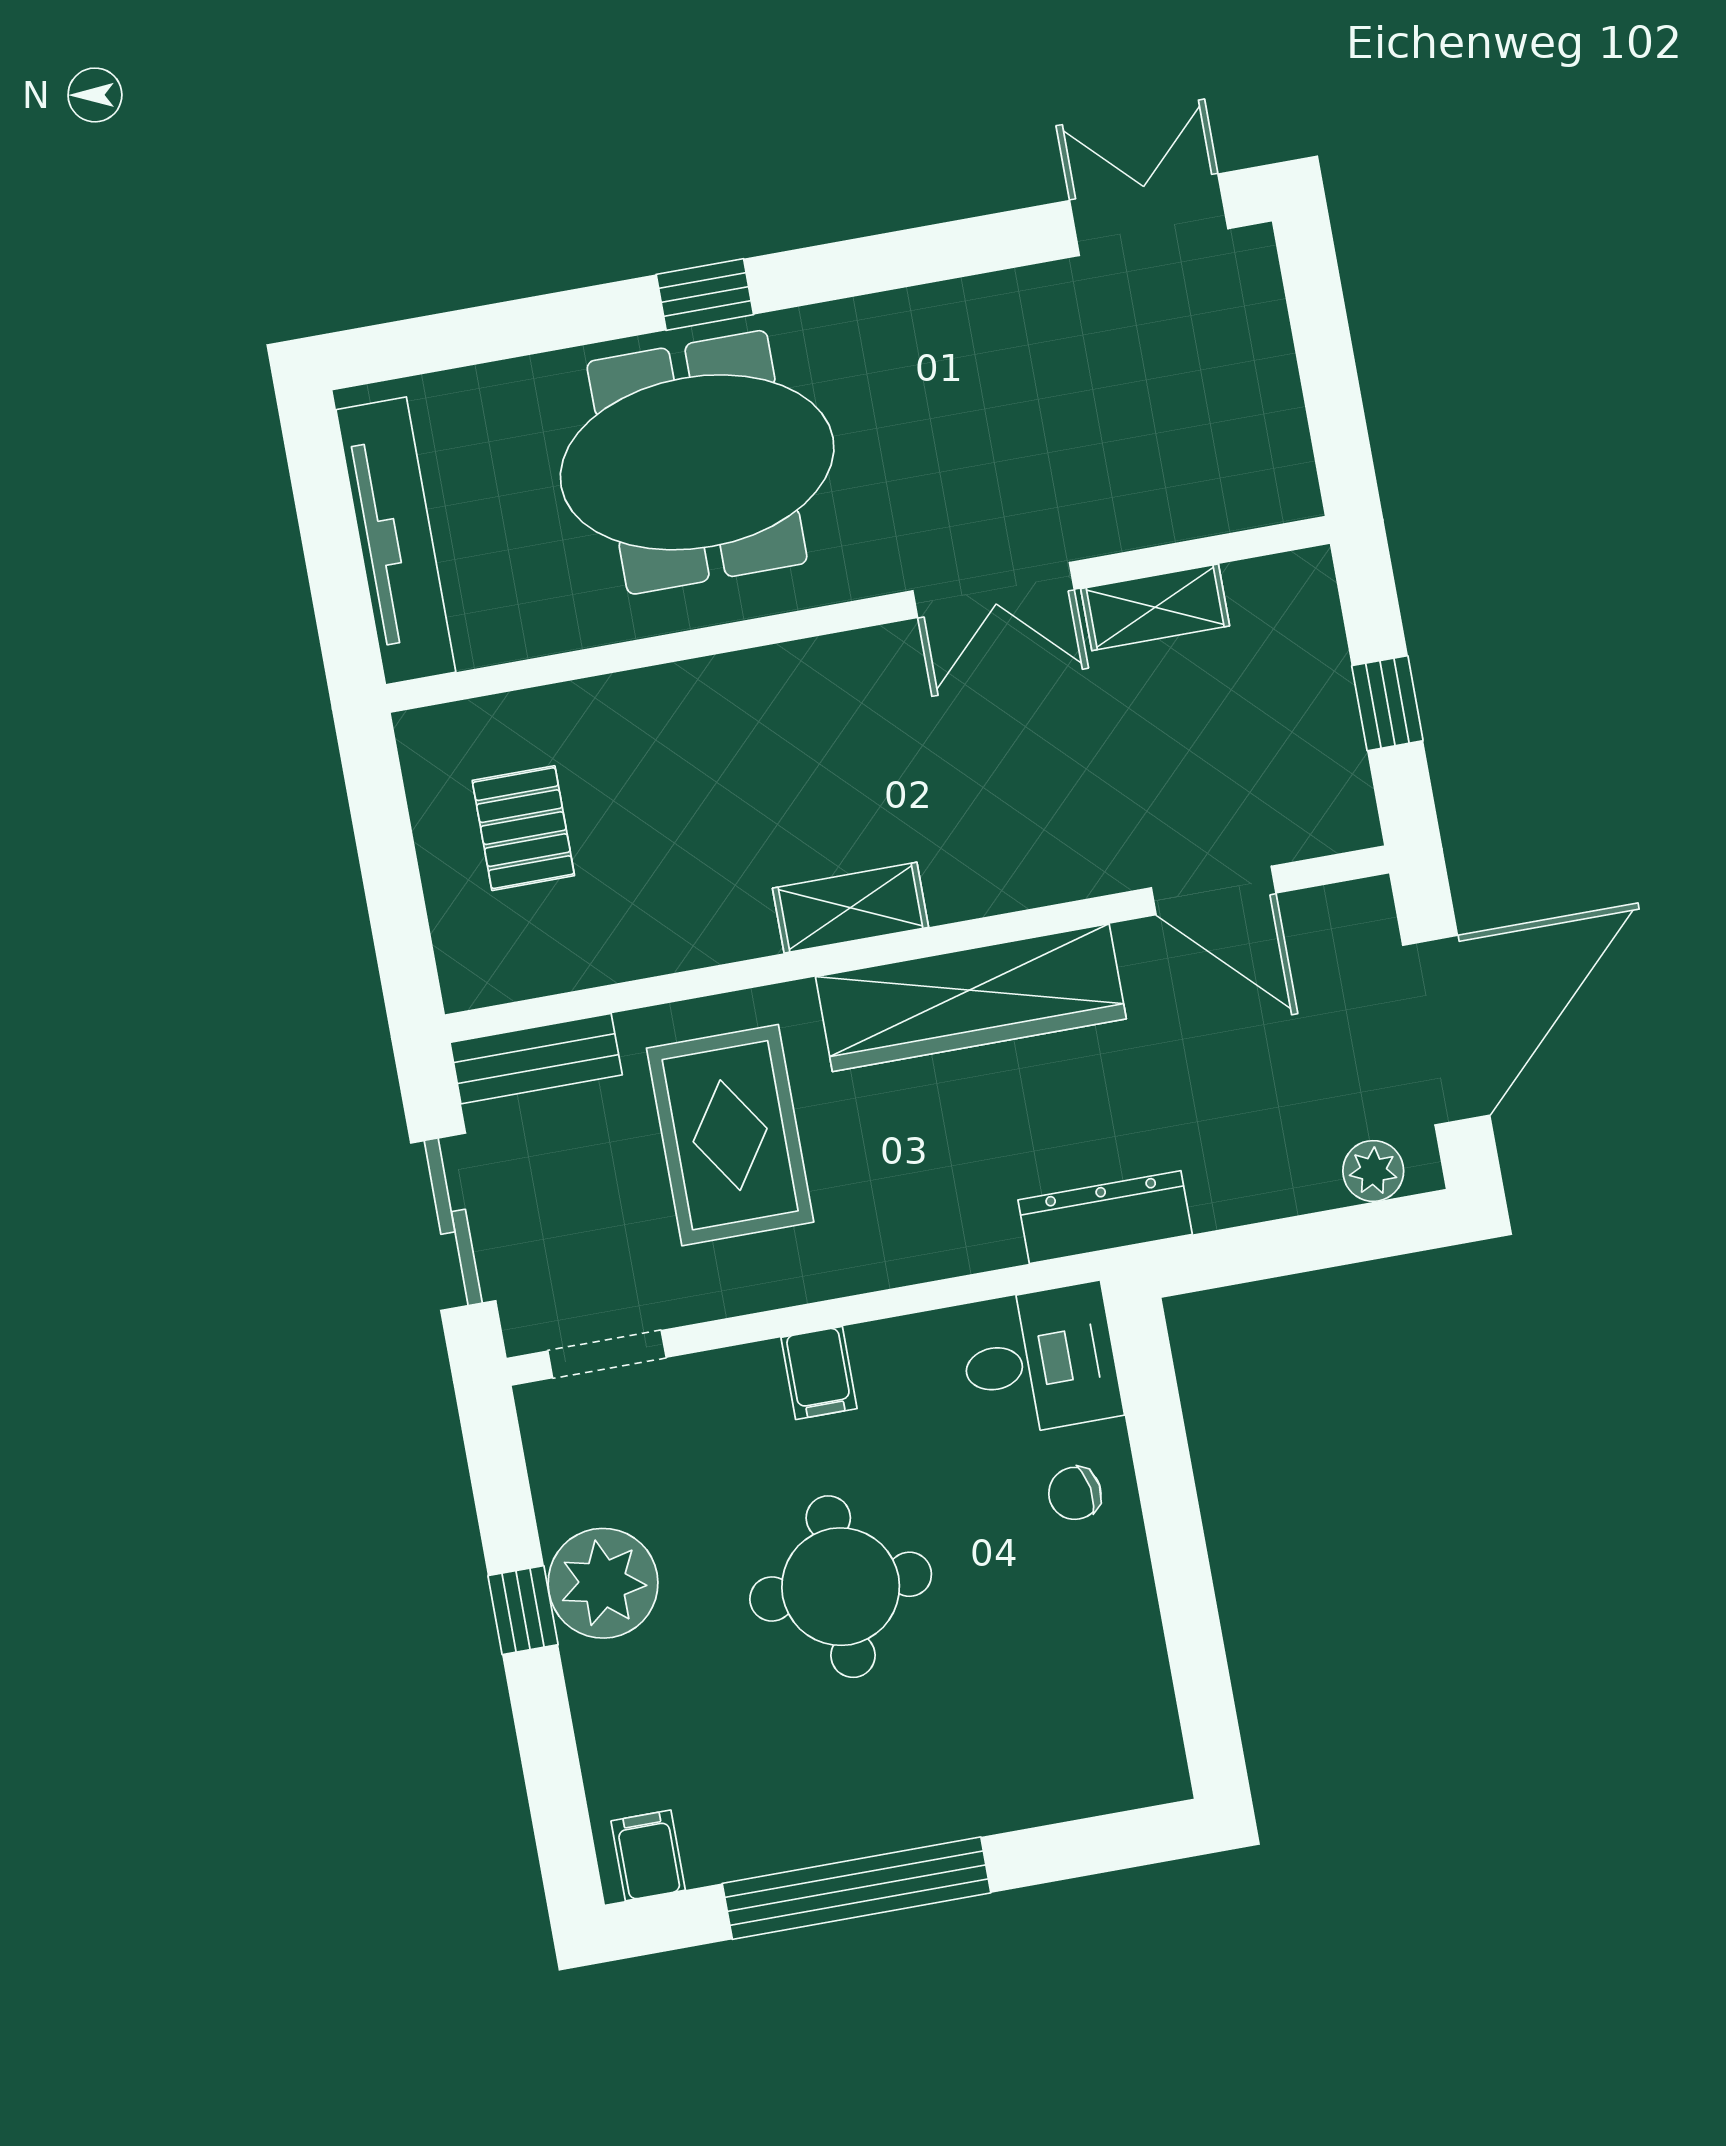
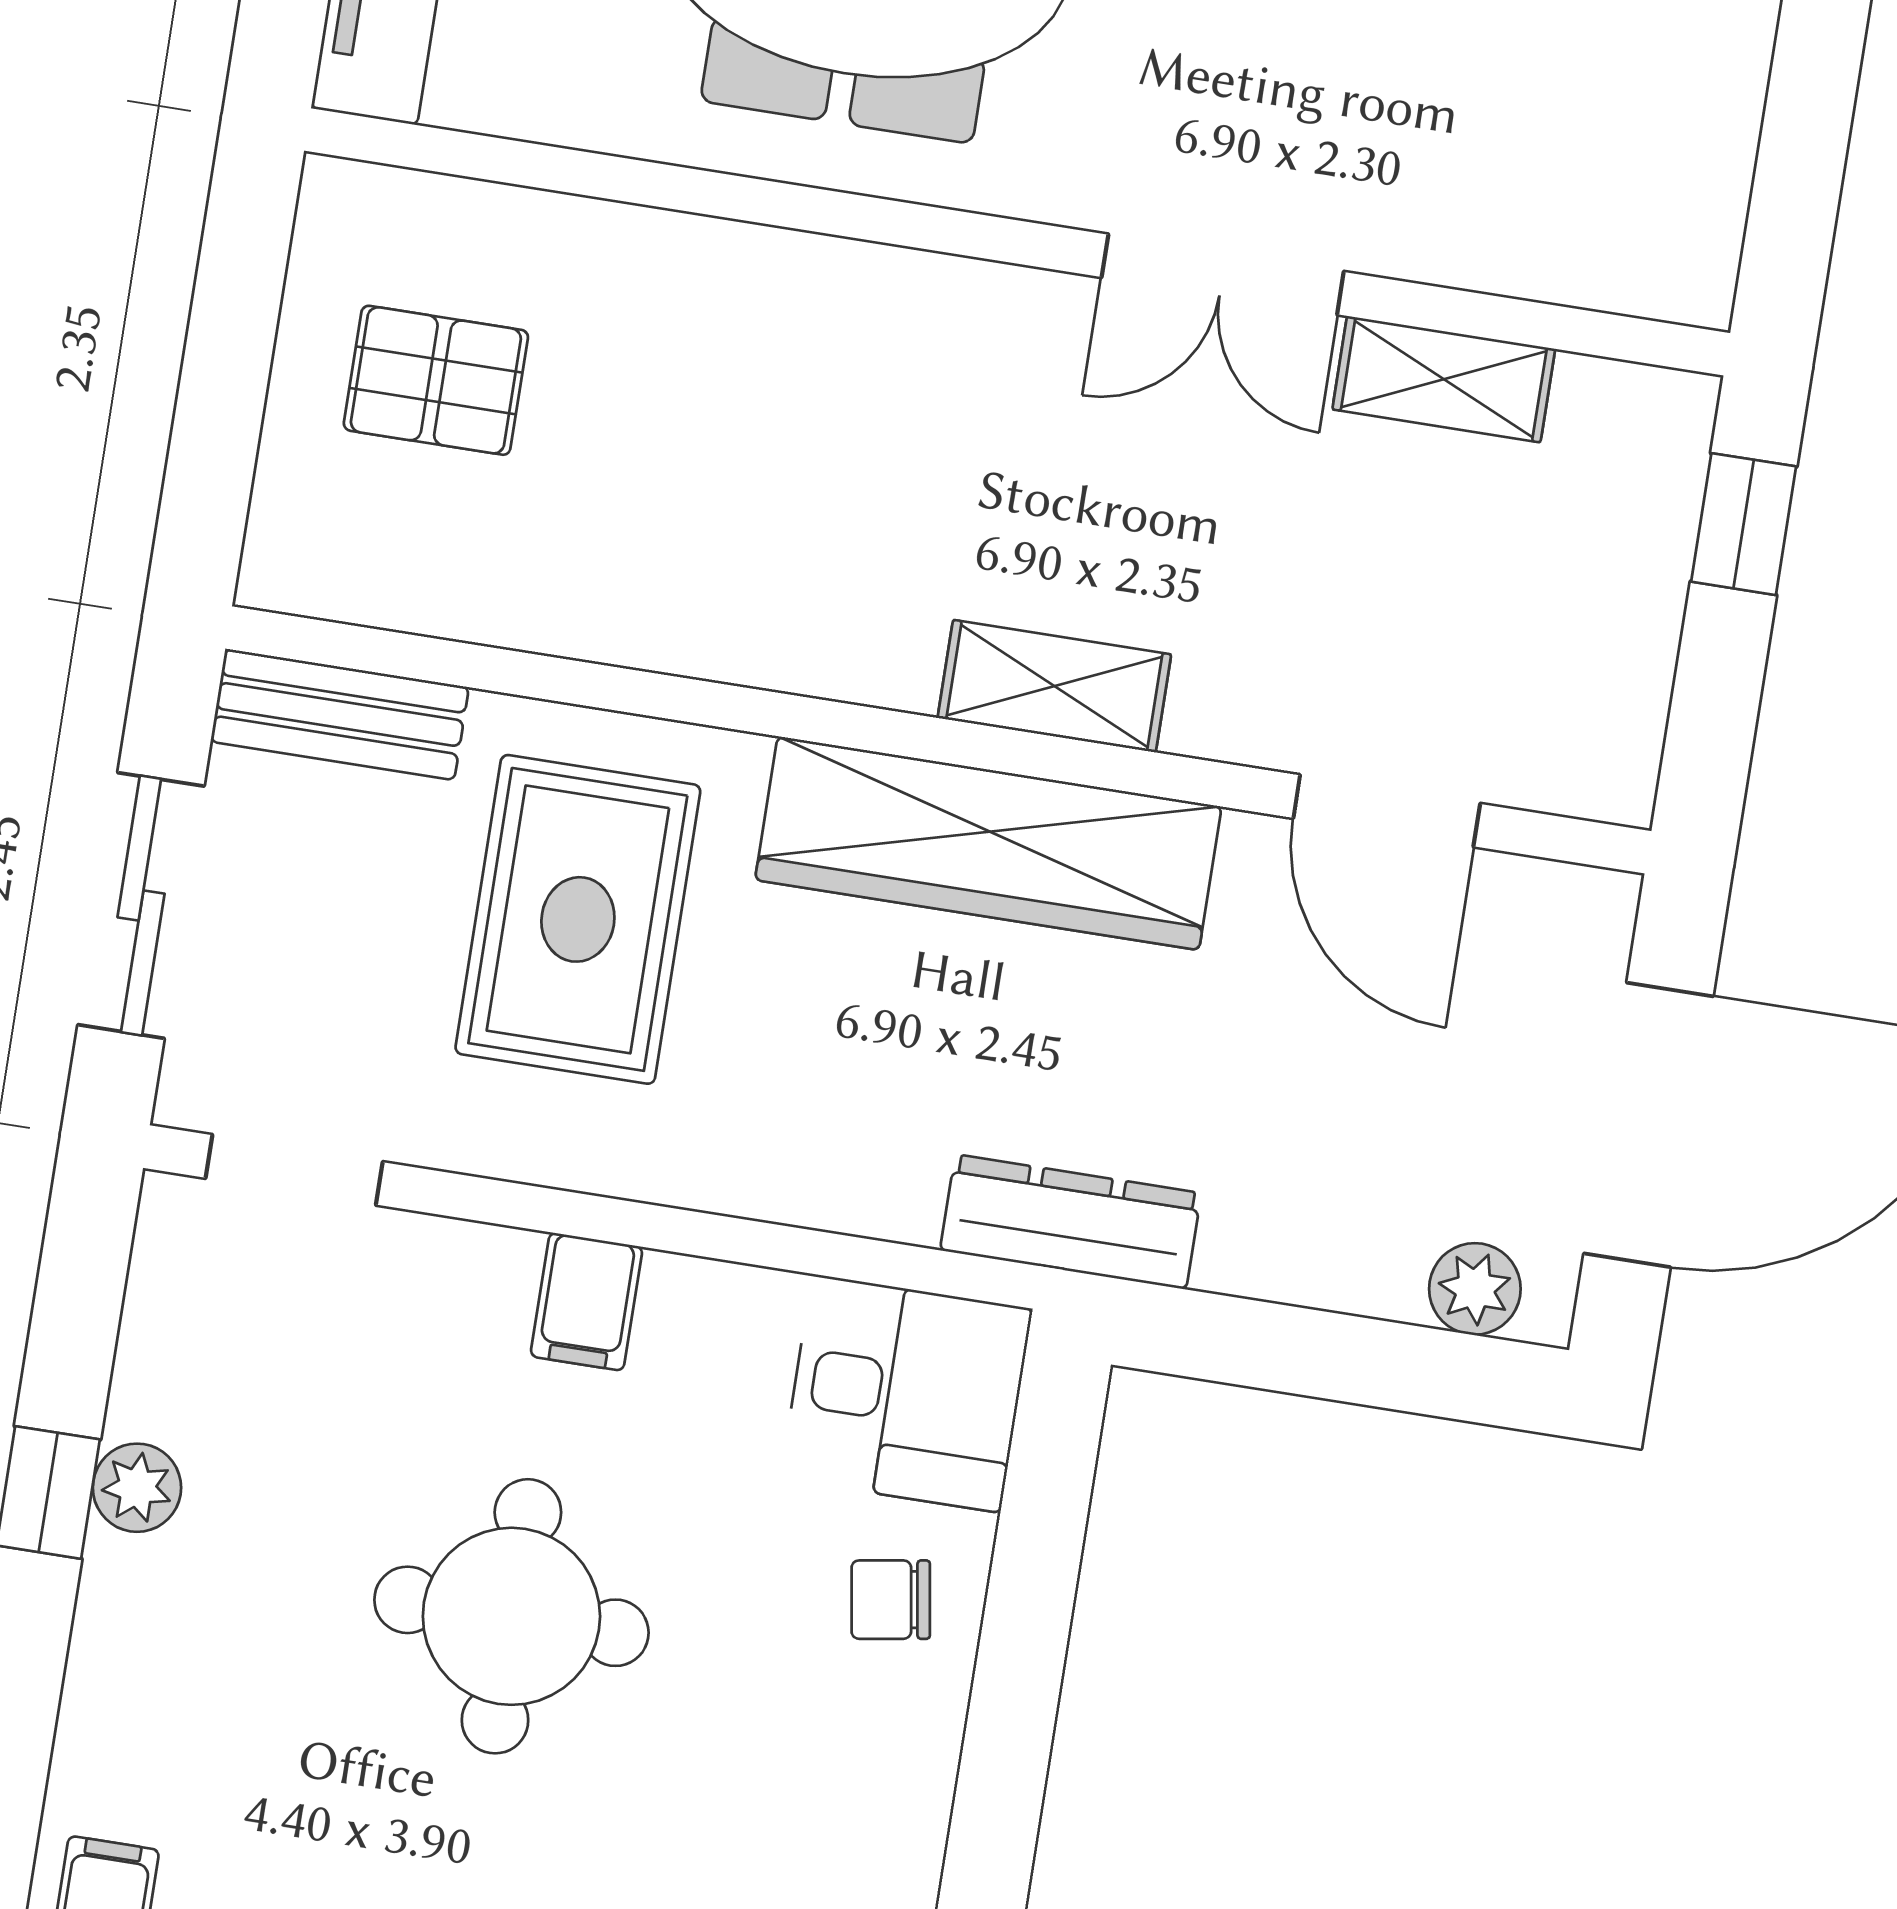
window: (1387, 703) -> (1744, 524), moved
pallet: (523, 828) -> (436, 380), turned 90
shelving: (851, 908) -> (1054, 686), moved
plant: (603, 1583) -> (137, 1488), width x0.53, depth x0.53

